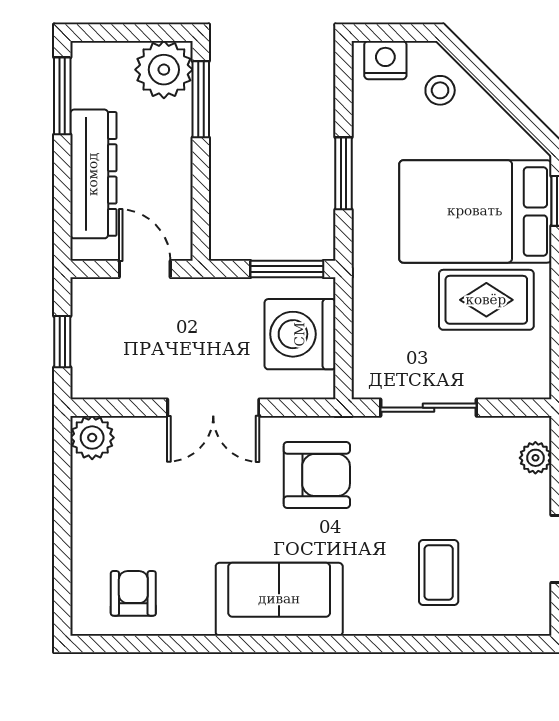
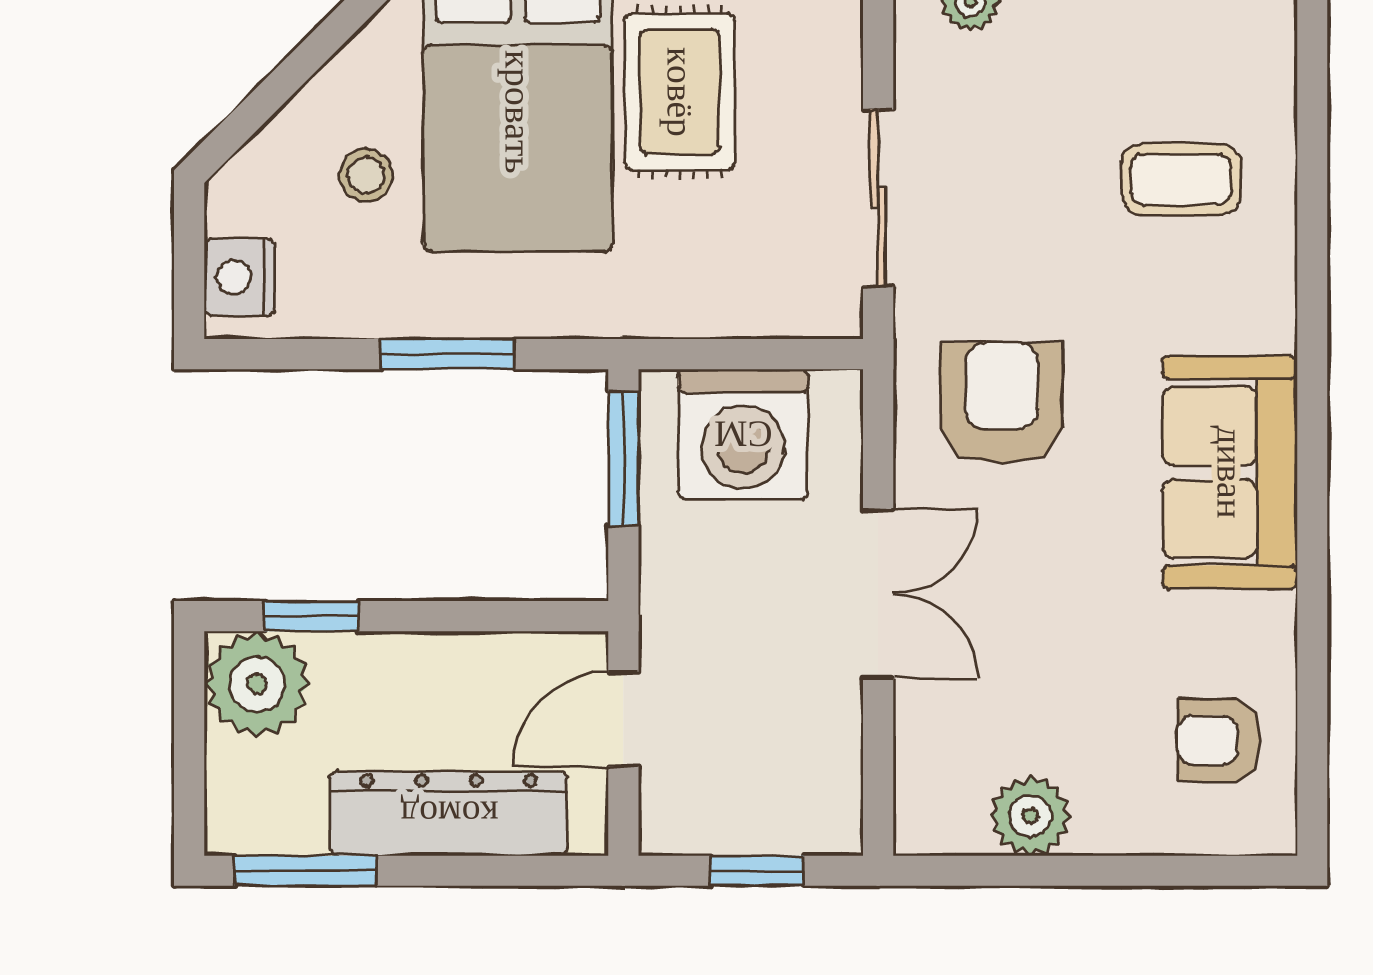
stool: (440, 90) -> (366, 175), moved
window: (201, 99) -> (311, 616), width x0.67
plant: (92, 438) -> (1030, 816), moved

